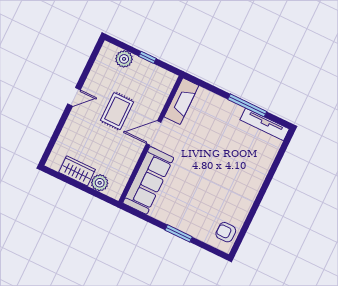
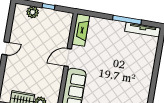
rug: (117, 111) -> (38, 50), removed

